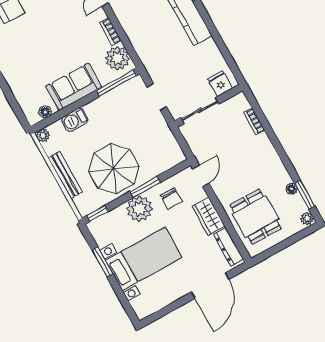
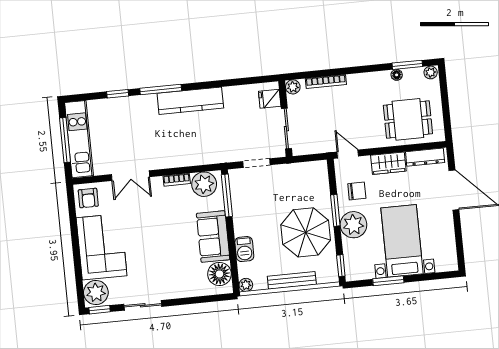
plant: (240, 100) -> (293, 87), added
floor lamp: (45, 112) -> (219, 274), width x1.89, depth x1.89
bookcase: (254, 121) -> (326, 82), width x1.56

